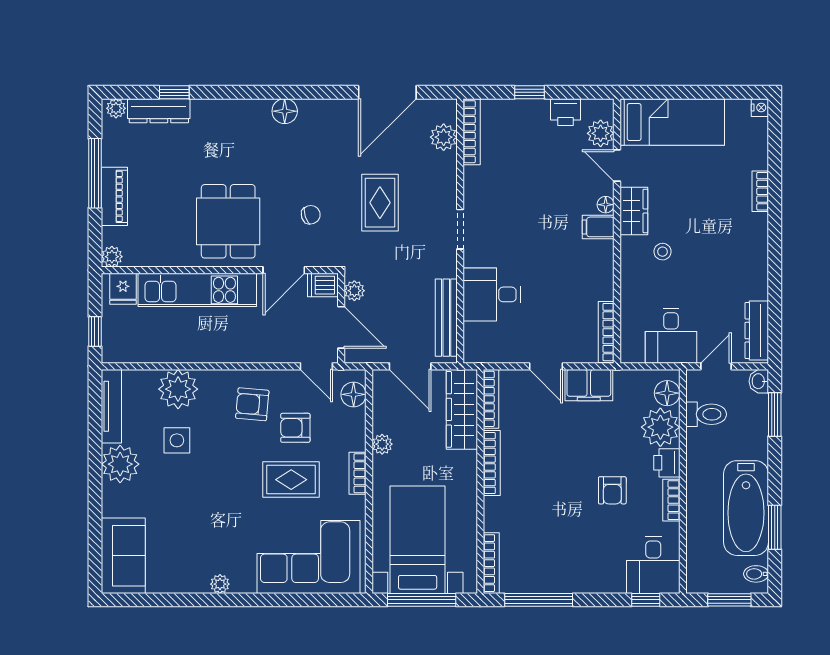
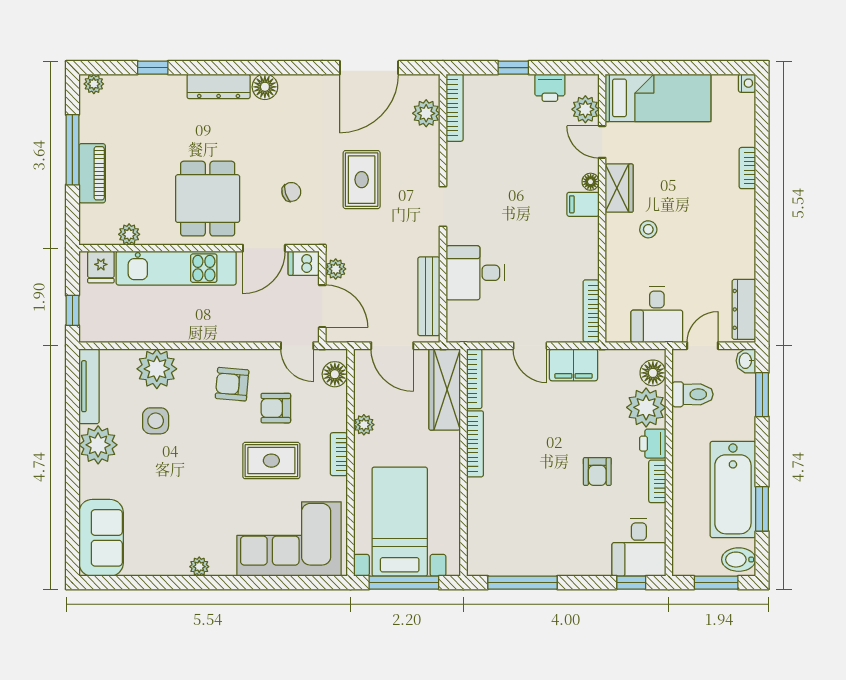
dresser: (159, 111) -> (219, 86), moved
plant: (112, 257) -> (129, 234), moved
bookcase: (491, 563) -> (474, 545), removed
bidet: (756, 574) -> (739, 560), width x1.38, depth x1.36

